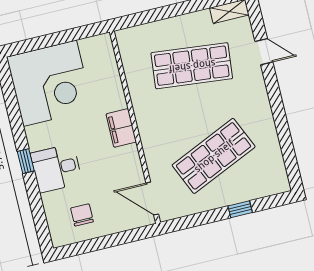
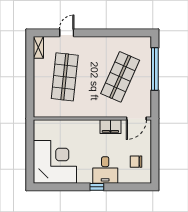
filing cabinet: (121, 128) -> (110, 127), moved
shop shelf: (214, 156) -> (120, 77), turned 48
window: (240, 209) -> (155, 69), width x3.17

